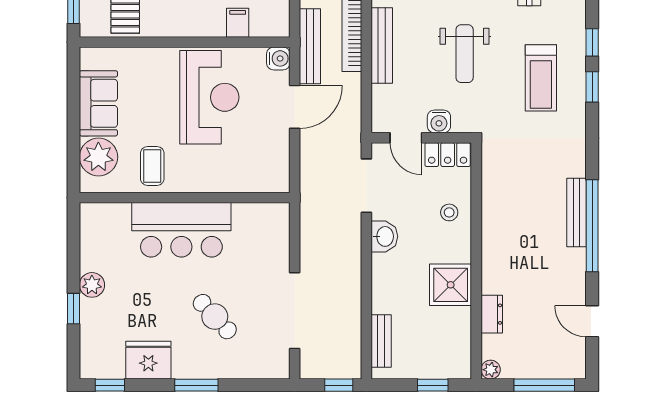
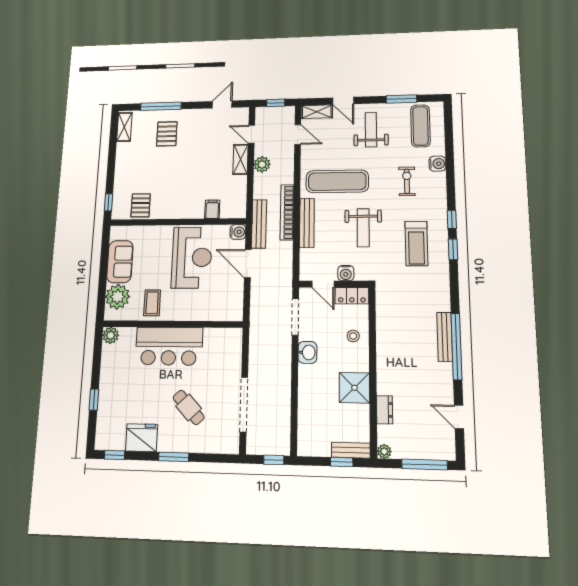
door: (295, 107) -> (248, 264), swing flipped
plant: (92, 285) -> (111, 335), moved
bench: (381, 341) -> (351, 450), moved, turned 90

